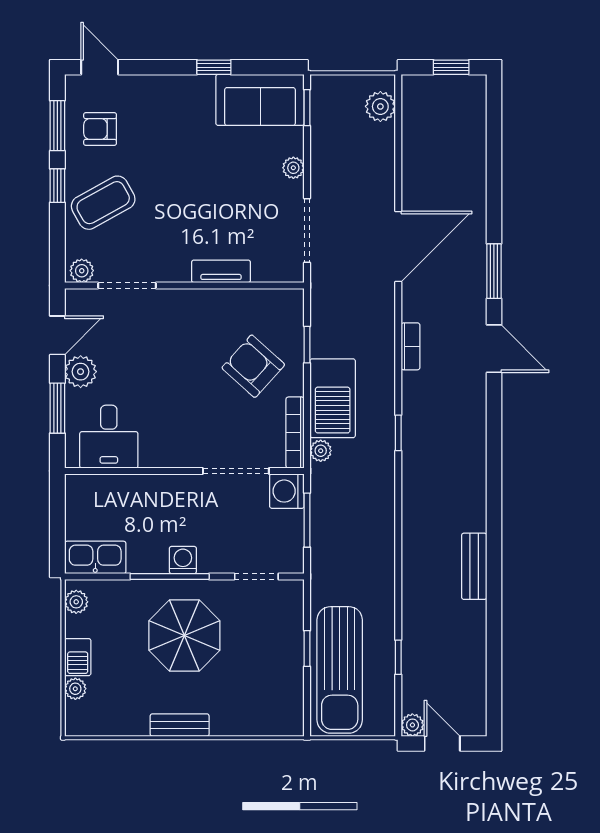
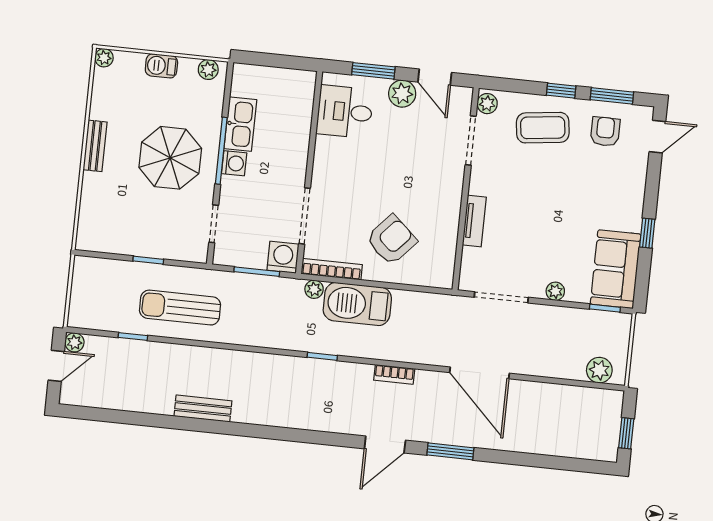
coffee table: (103, 203) -> (543, 128), turned -68
window: (307, 345) -> (405, 287), removed
kitchen sink: (95, 557) -> (240, 124), moved
sun lounger: (340, 670) -> (180, 308), moved, width x0.73, depth x0.75
plant: (75, 689) -> (104, 58), moved

